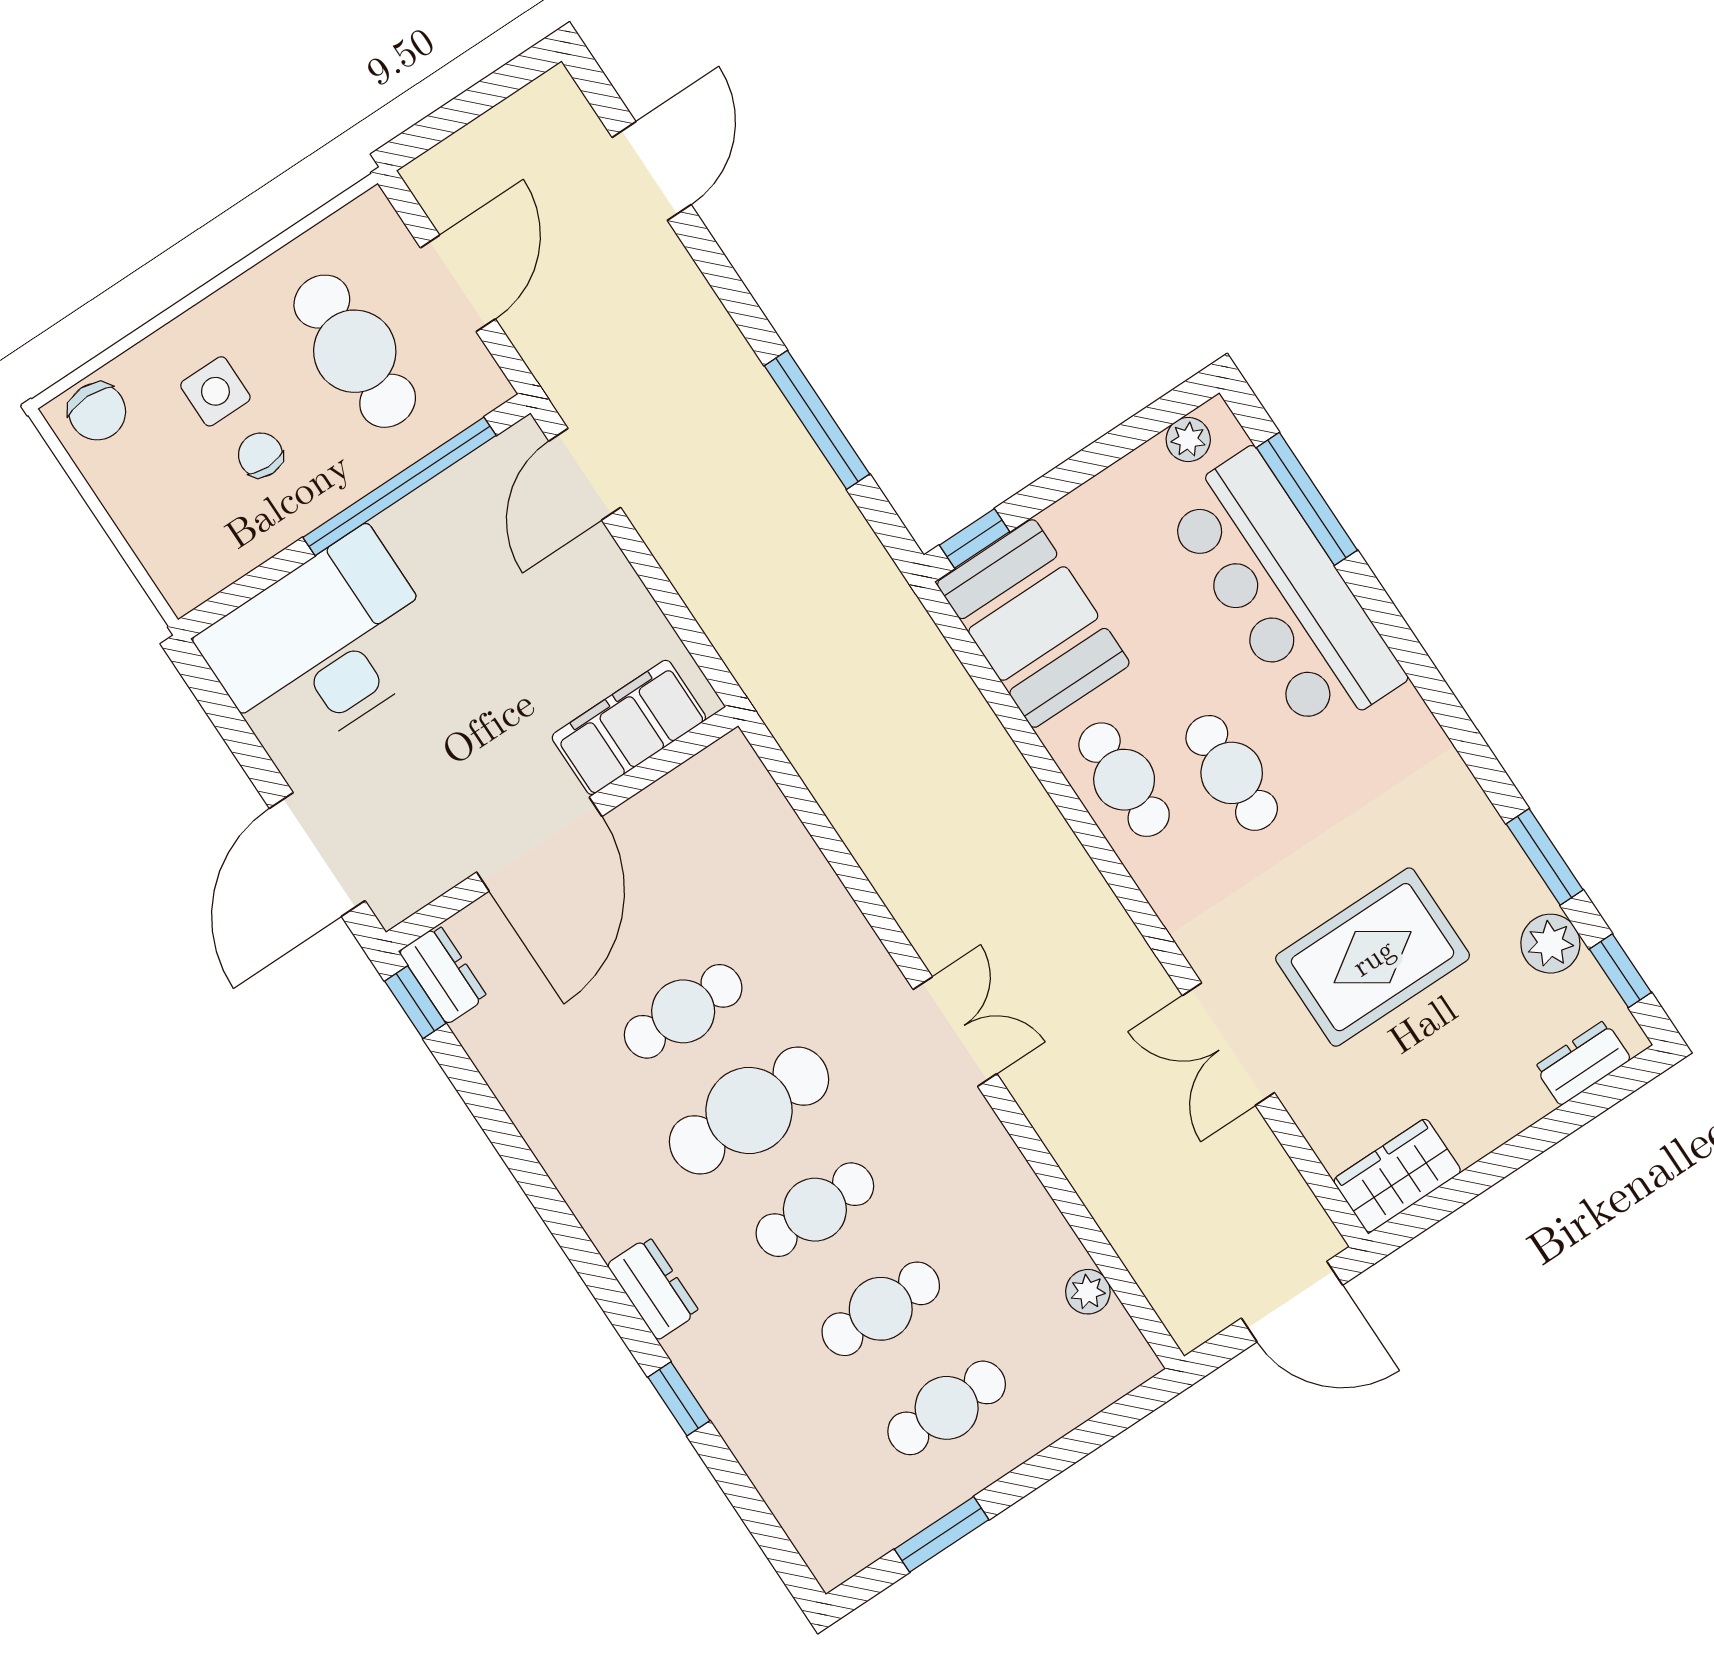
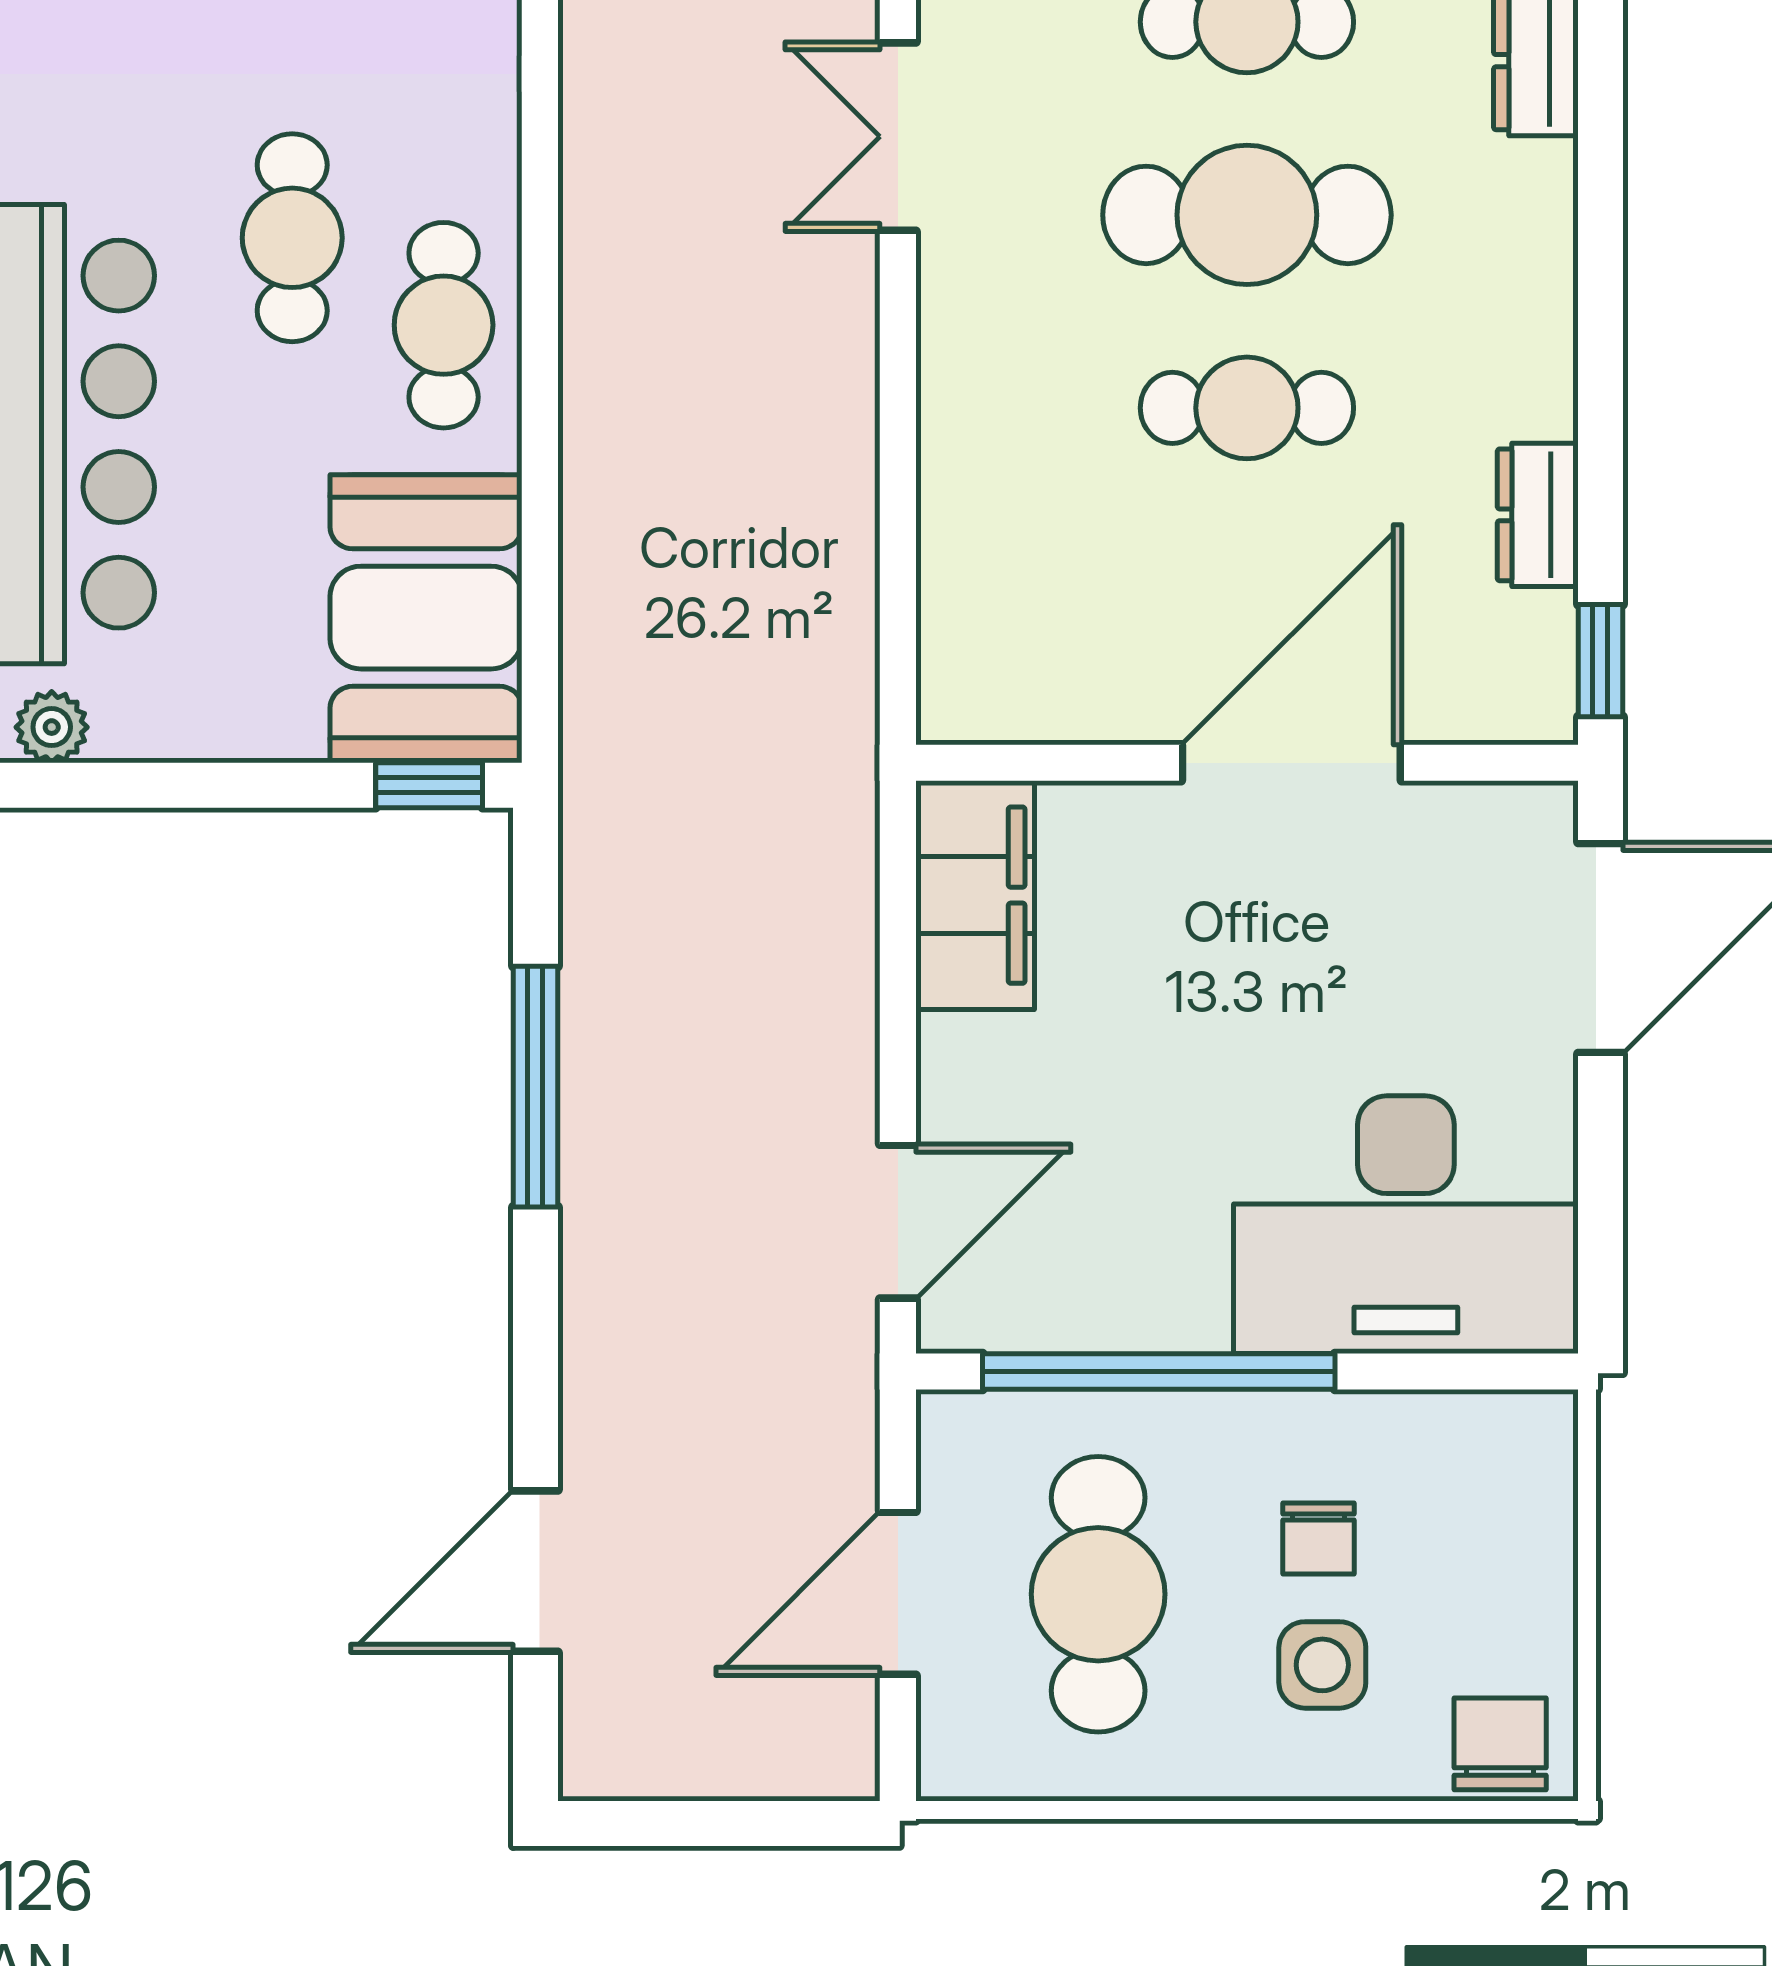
filing cabinet: (629, 727) -> (975, 895), moved, turned -90
dresser: (443, 974) -> (1538, 515), moved

